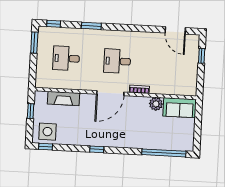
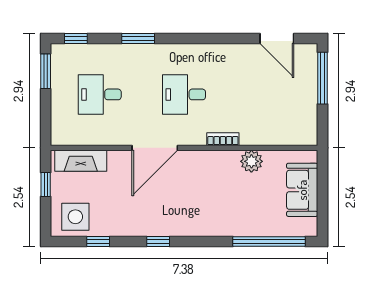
window: (202, 56) -> (322, 78), width x2.17
door: (110, 93) -> (155, 148), moved
fireplace: (64, 98) -> (81, 161), moved
sofa: (180, 108) -> (302, 190), moved, turned 90
window: (46, 147) -> (98, 242), moved

